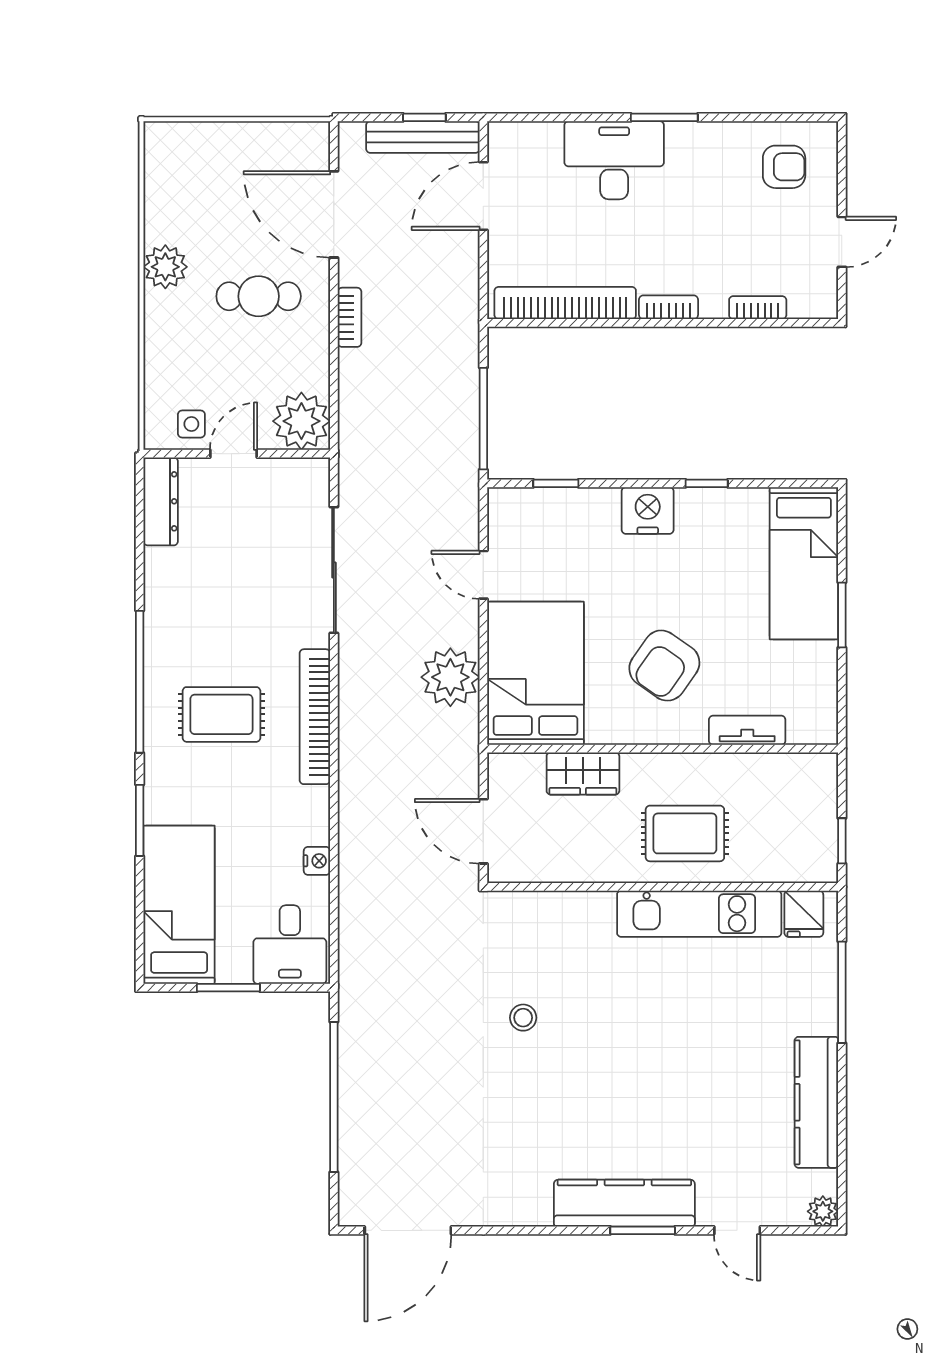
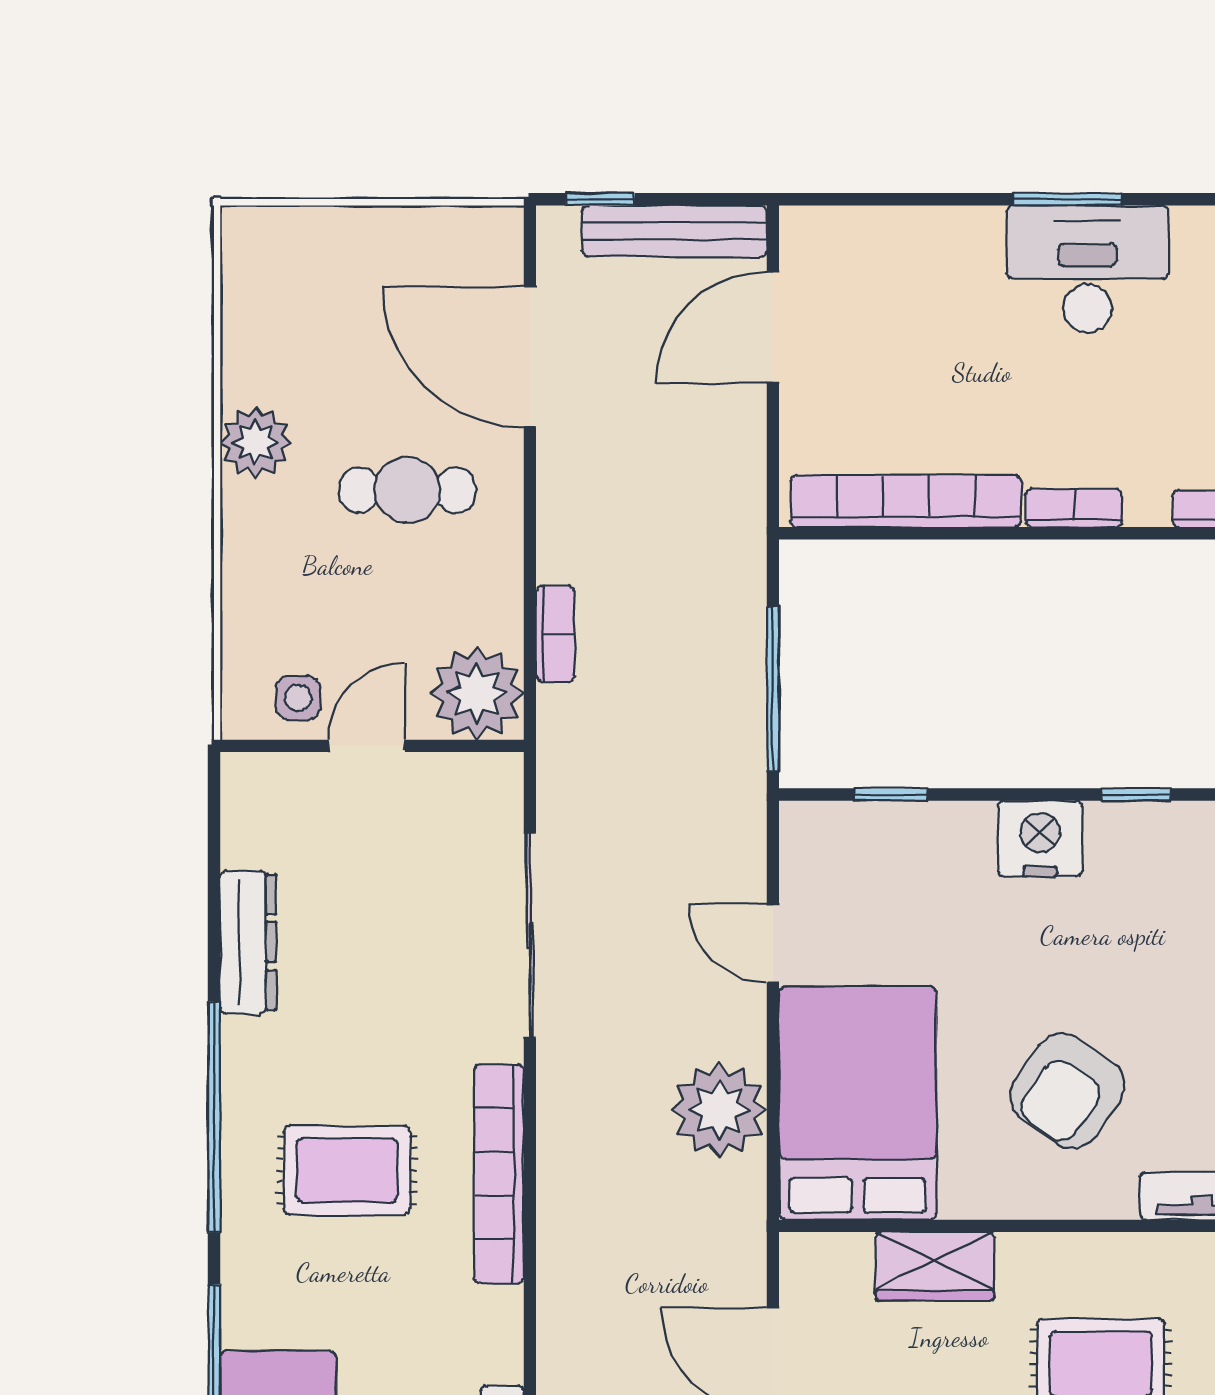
window: (424, 117) -> (600, 199), moved
desk: (614, 160) -> (1087, 269), moved
bookcase: (350, 317) -> (555, 634), moved
dresser: (161, 501) -> (248, 942), moved

